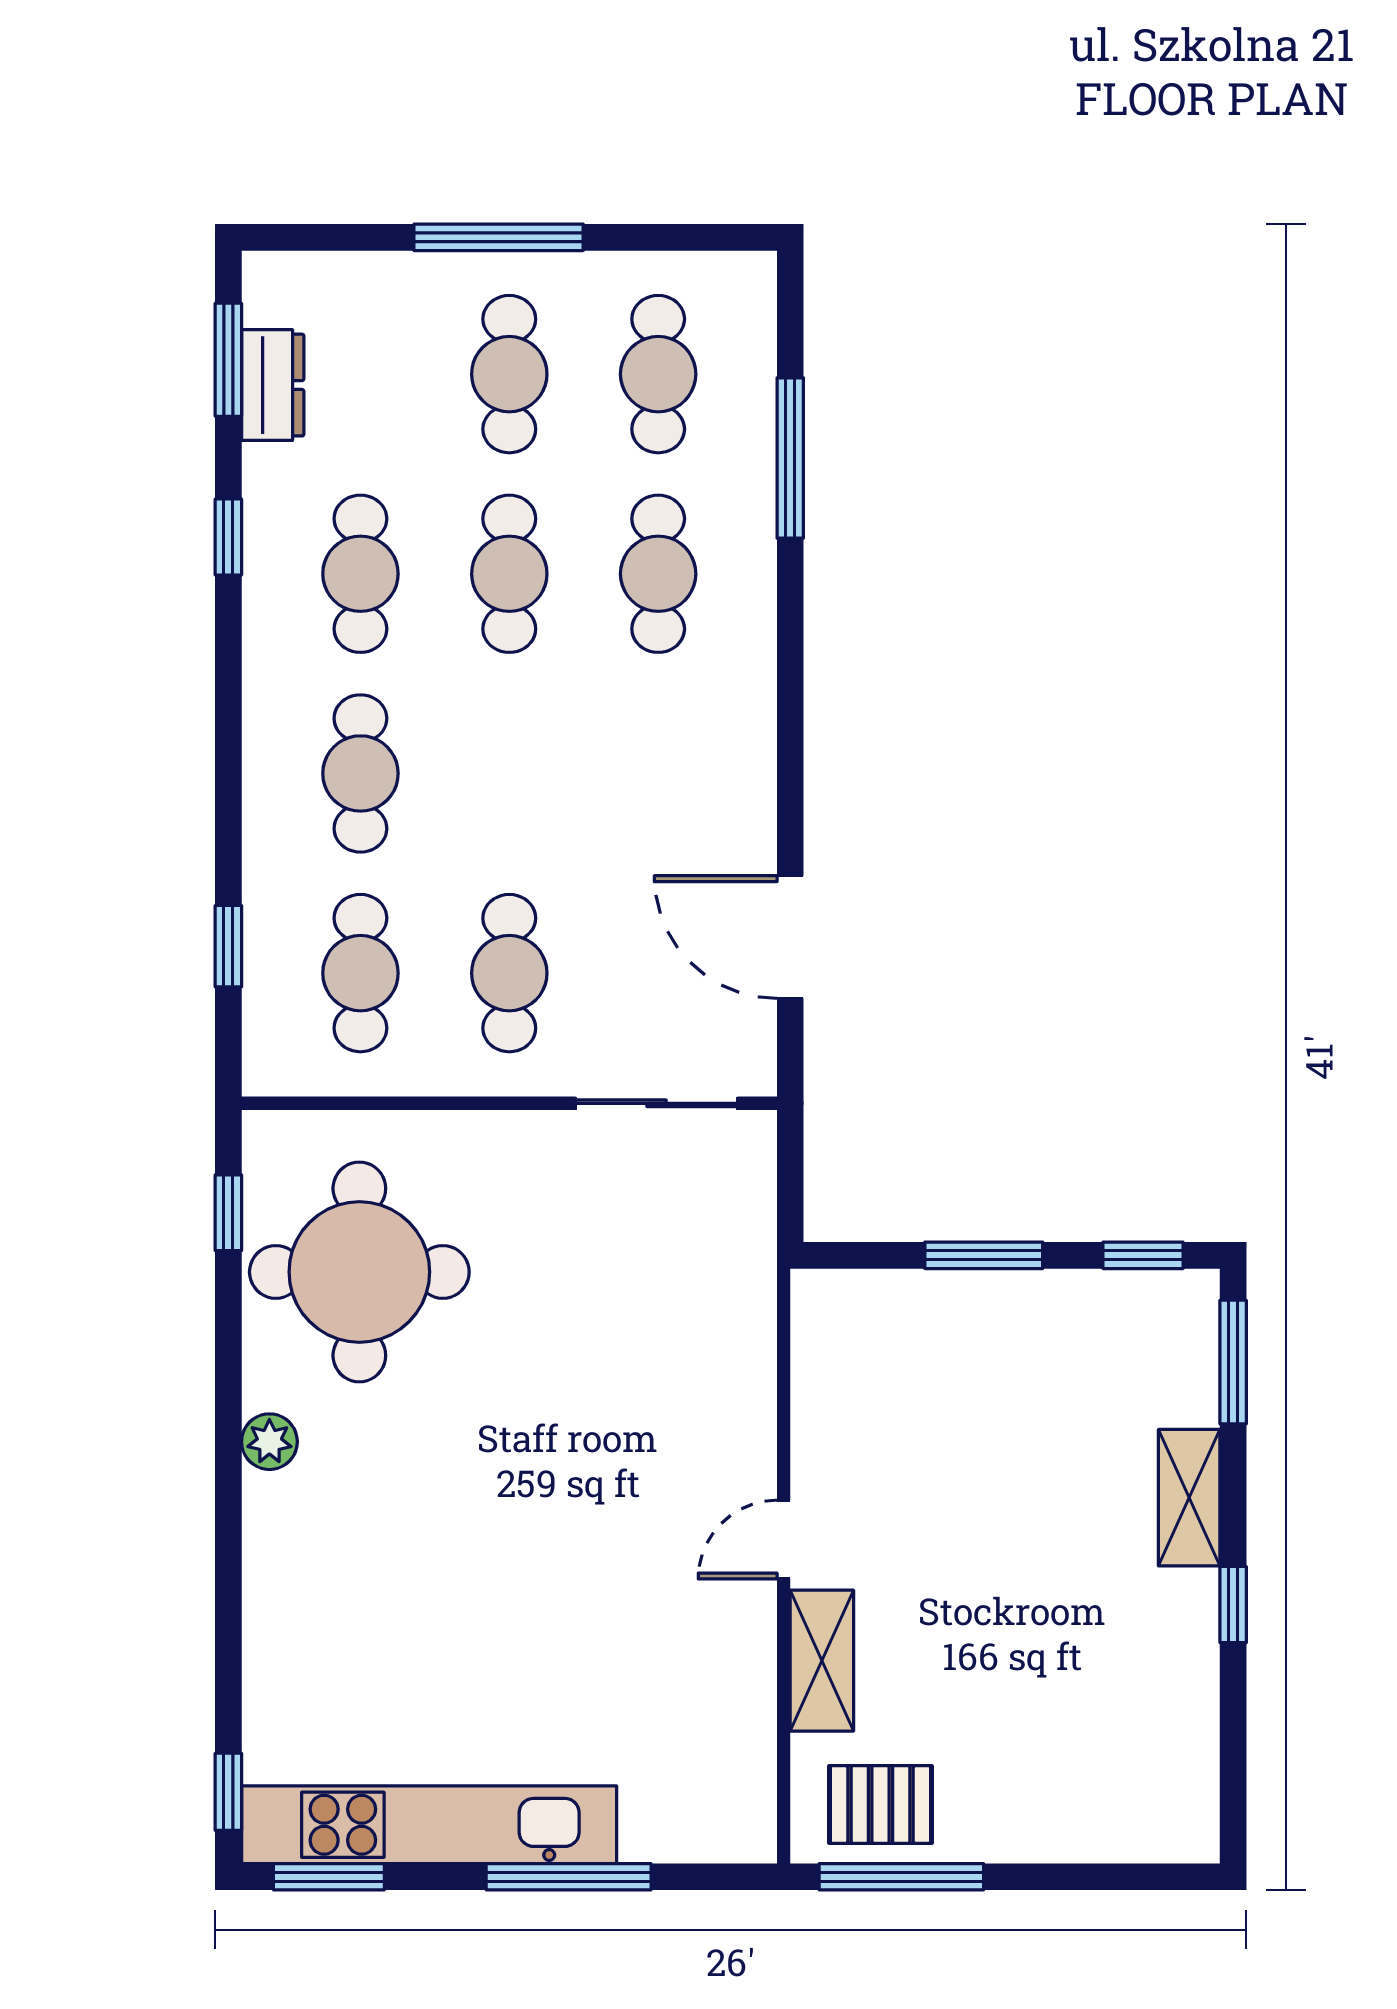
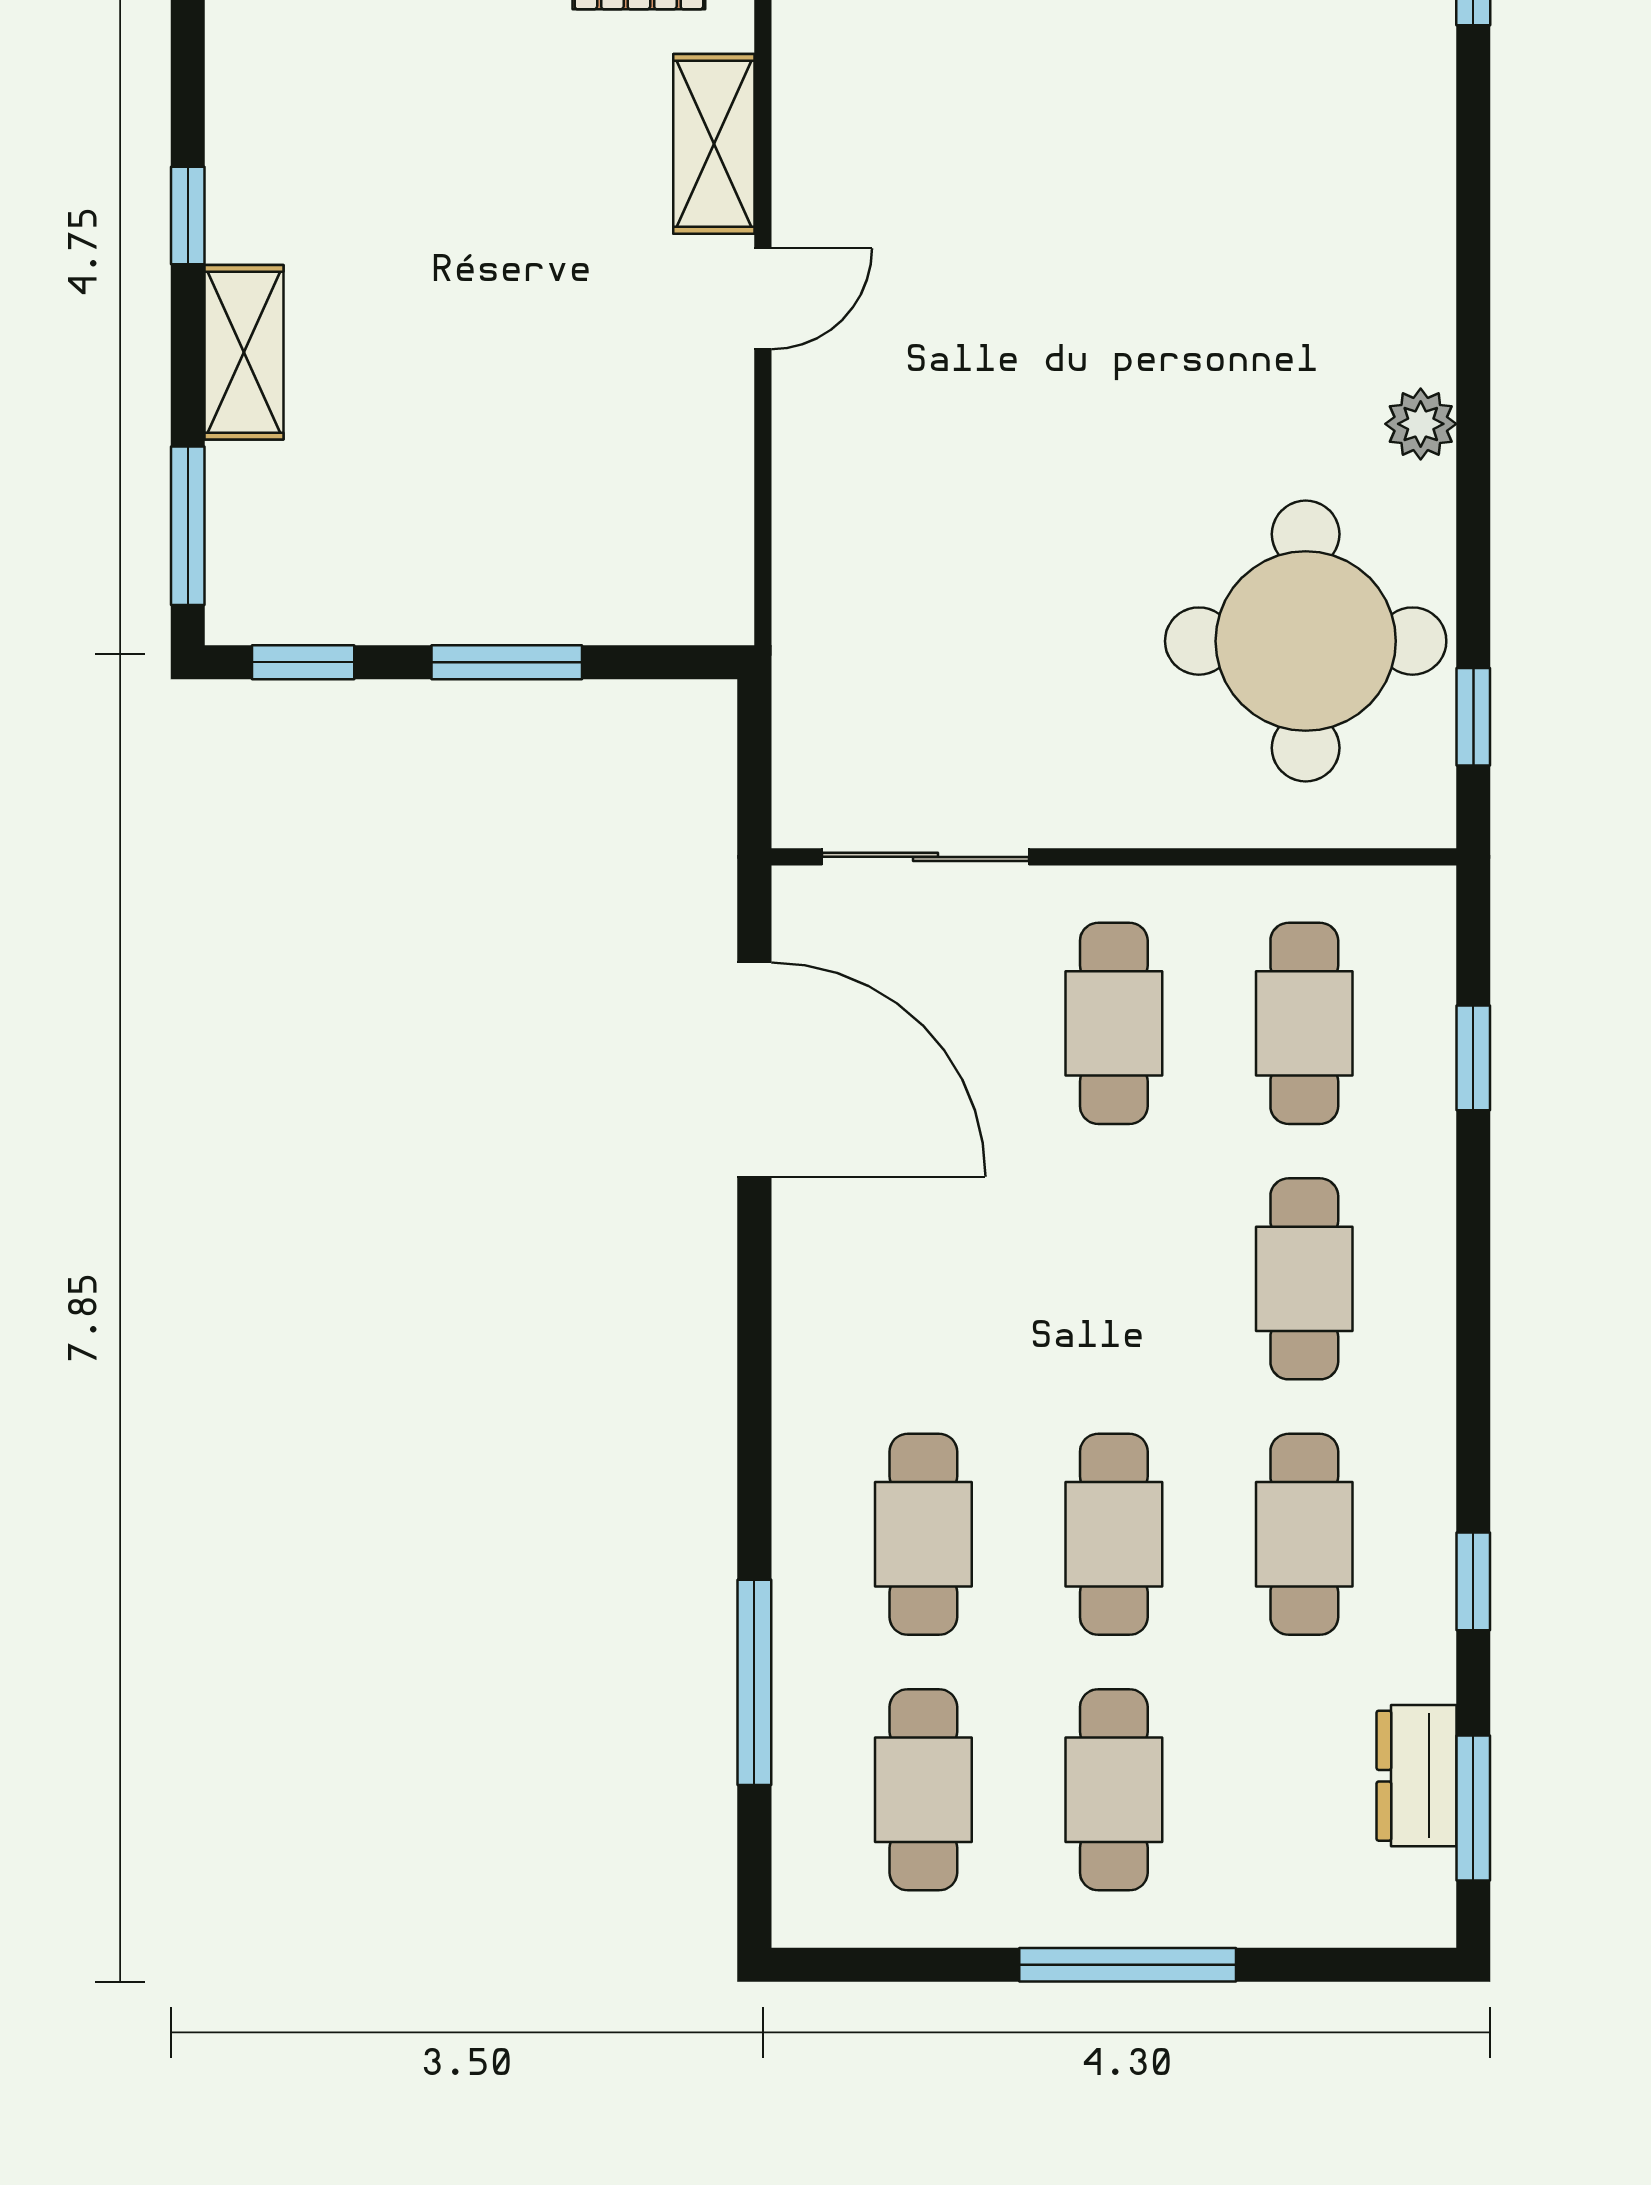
door: (790, 937) -> (754, 1070), width x1.36

